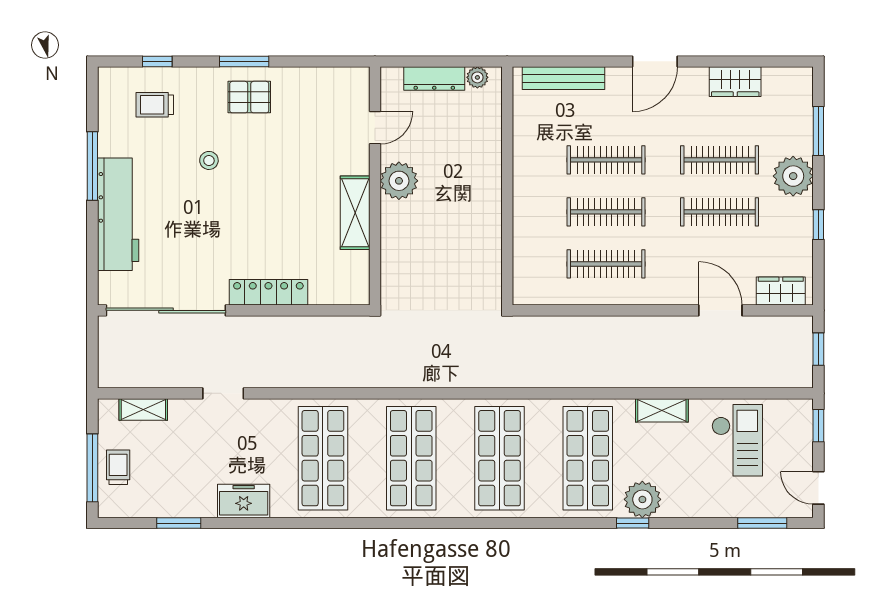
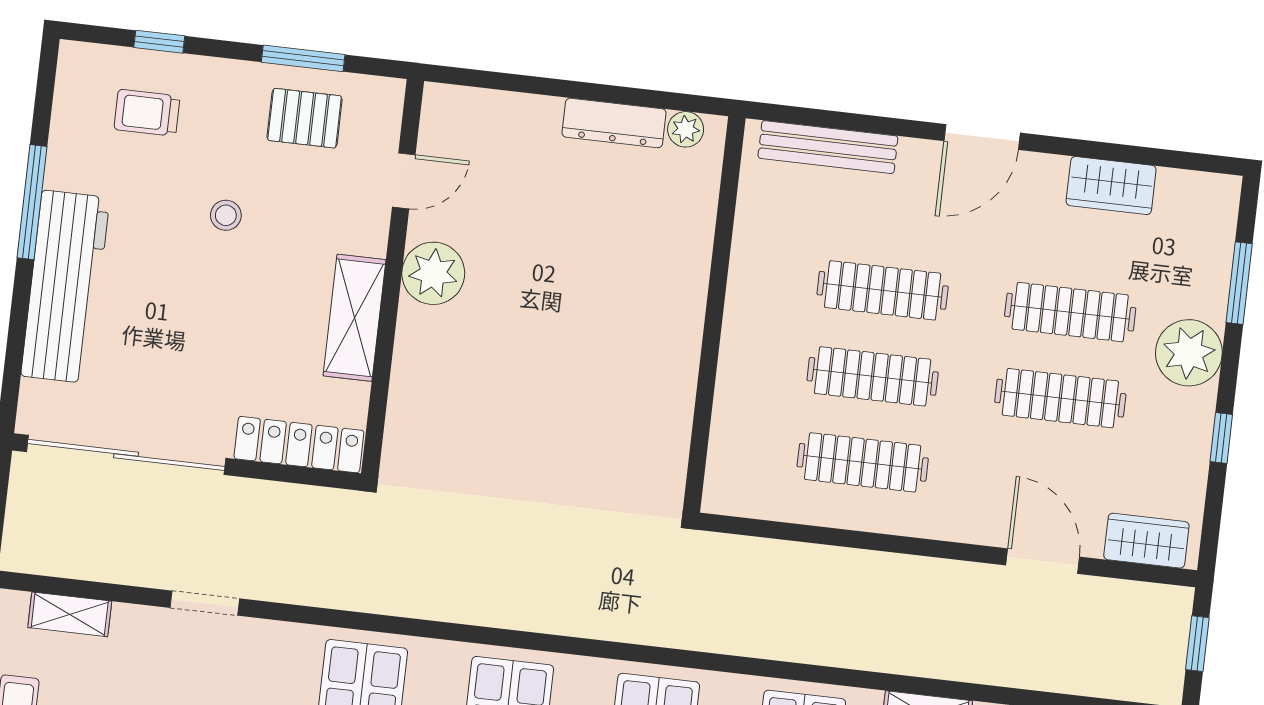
door: (375, 128) -> (404, 181), moved
plant: (399, 181) -> (433, 273), moved
wall: (375, 186) -> (393, 277), moved
shelving: (355, 213) -> (354, 318), moved

